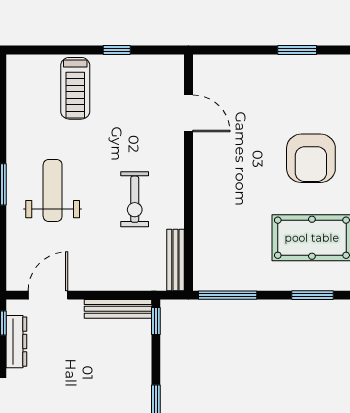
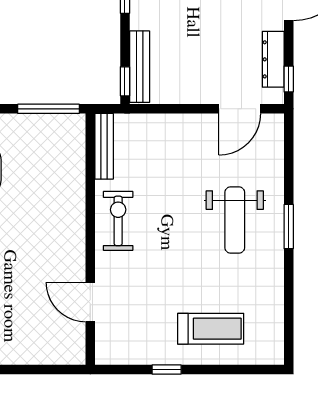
treadmill: (75, 88) -> (211, 329), turned 90
exercise bike: (135, 199) -> (118, 221), moved
bench: (118, 309) -> (140, 67), moved, turned 90

